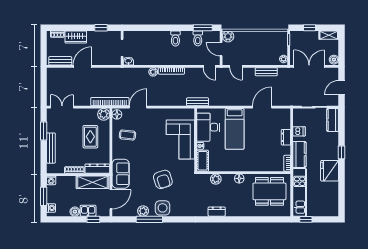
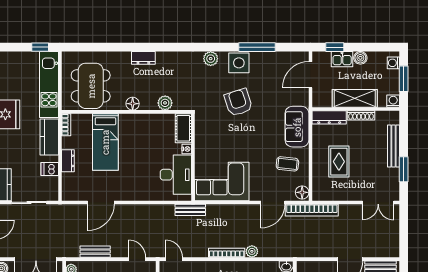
plant: (104, 114) -> (320, 193), removed
bed: (235, 129) -> (105, 142), moved, turned 180
corner sofa: (180, 139) -> (222, 181), moved, turned -90
sofa: (121, 174) -> (297, 127), moved
shelving: (92, 182) -> (355, 98), moved
dining table: (269, 191) -> (91, 86), turned 90
plant: (143, 211) -> (211, 59), moved
dresser: (217, 212) -> (143, 58), moved

